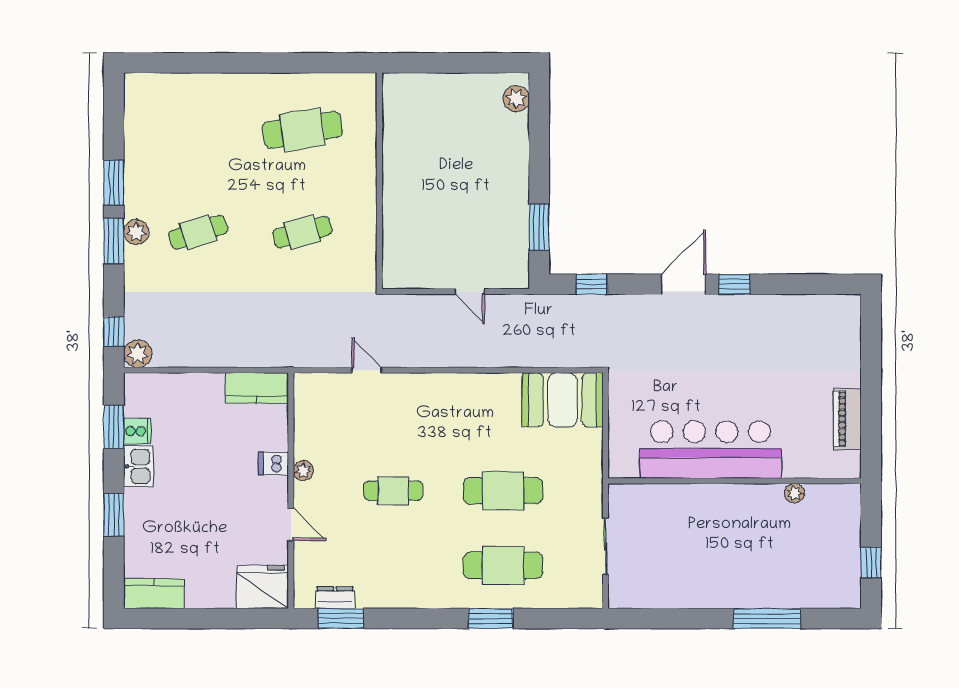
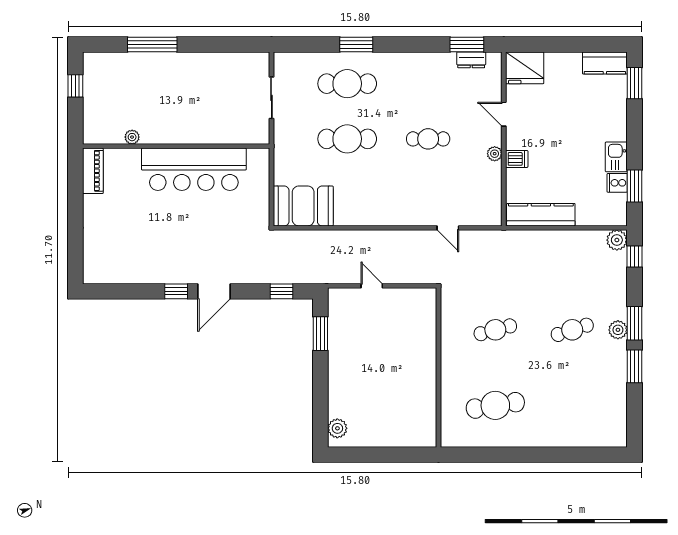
kitchen counter: (256, 388) -> (541, 215), width x1.50
piano: (847, 419) -> (93, 171), moved
window: (114, 515) -> (634, 83), moved

